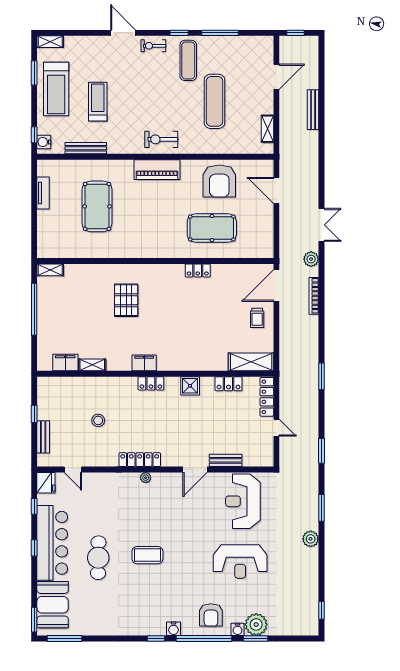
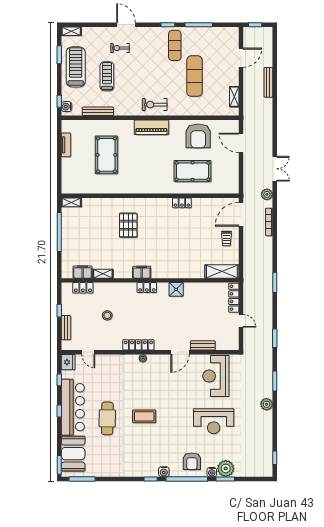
exercise bike: (153, 46) -> (120, 48), moved
treadmill: (56, 89) -> (76, 67), turned 180
locker: (229, 384) -> (83, 288), moved

